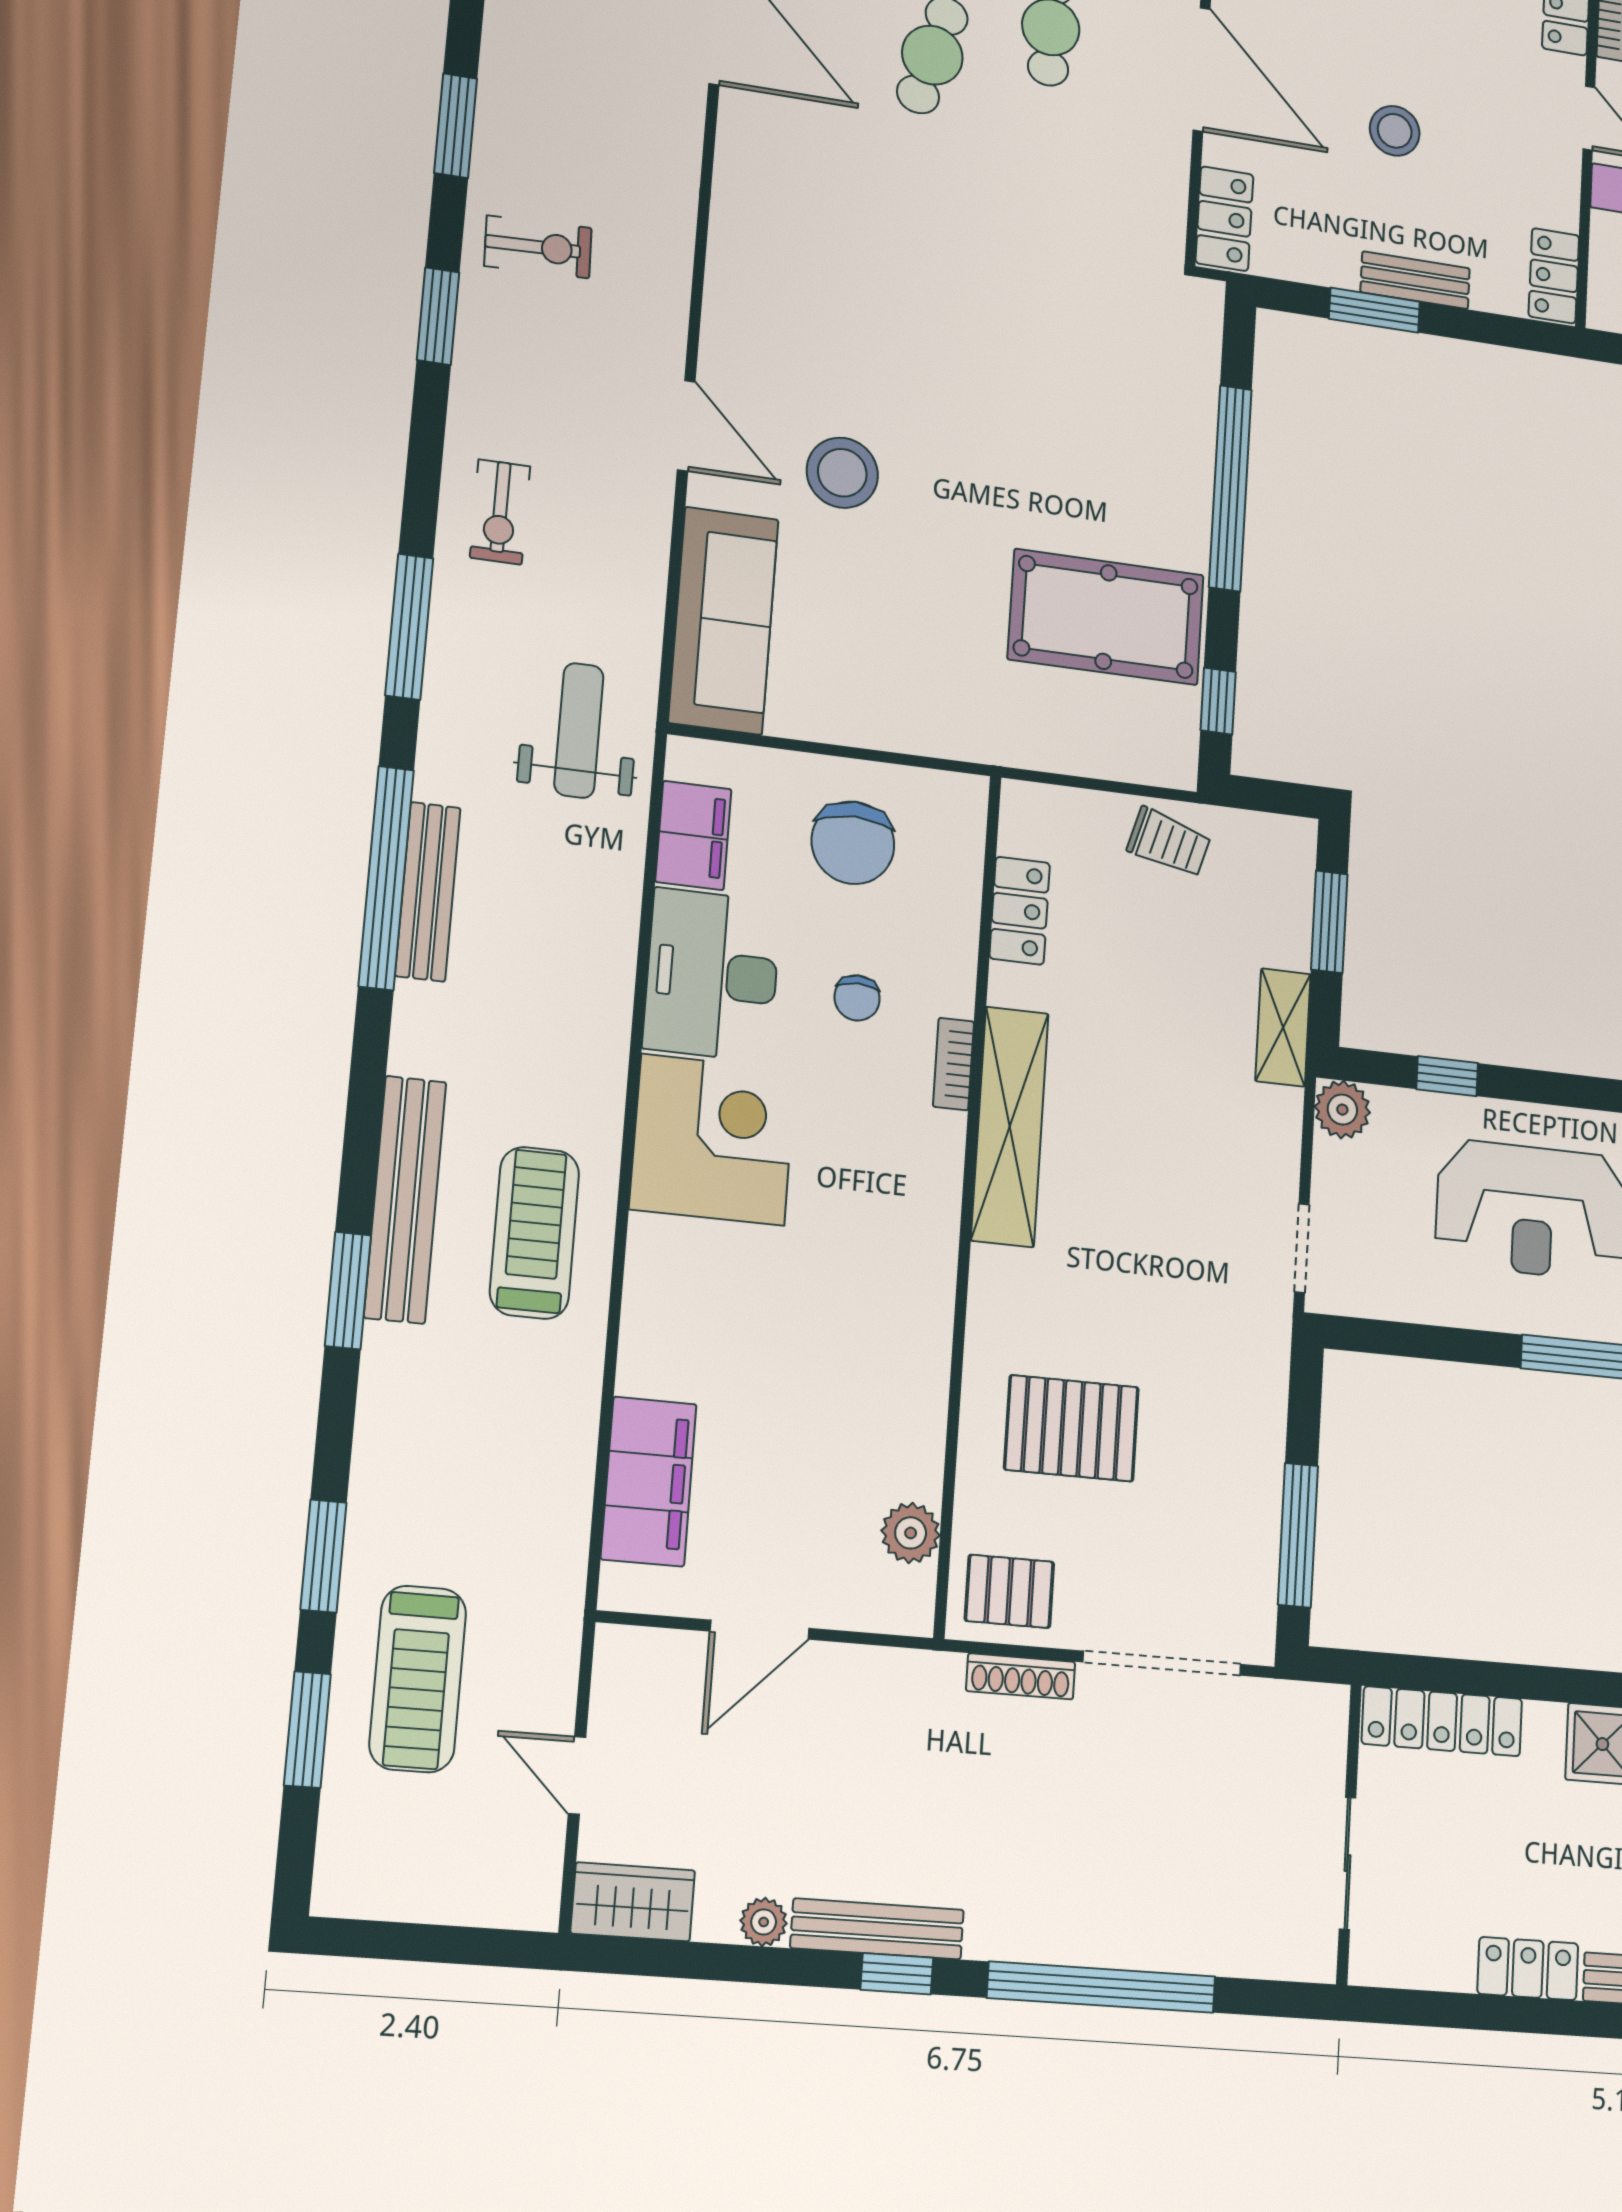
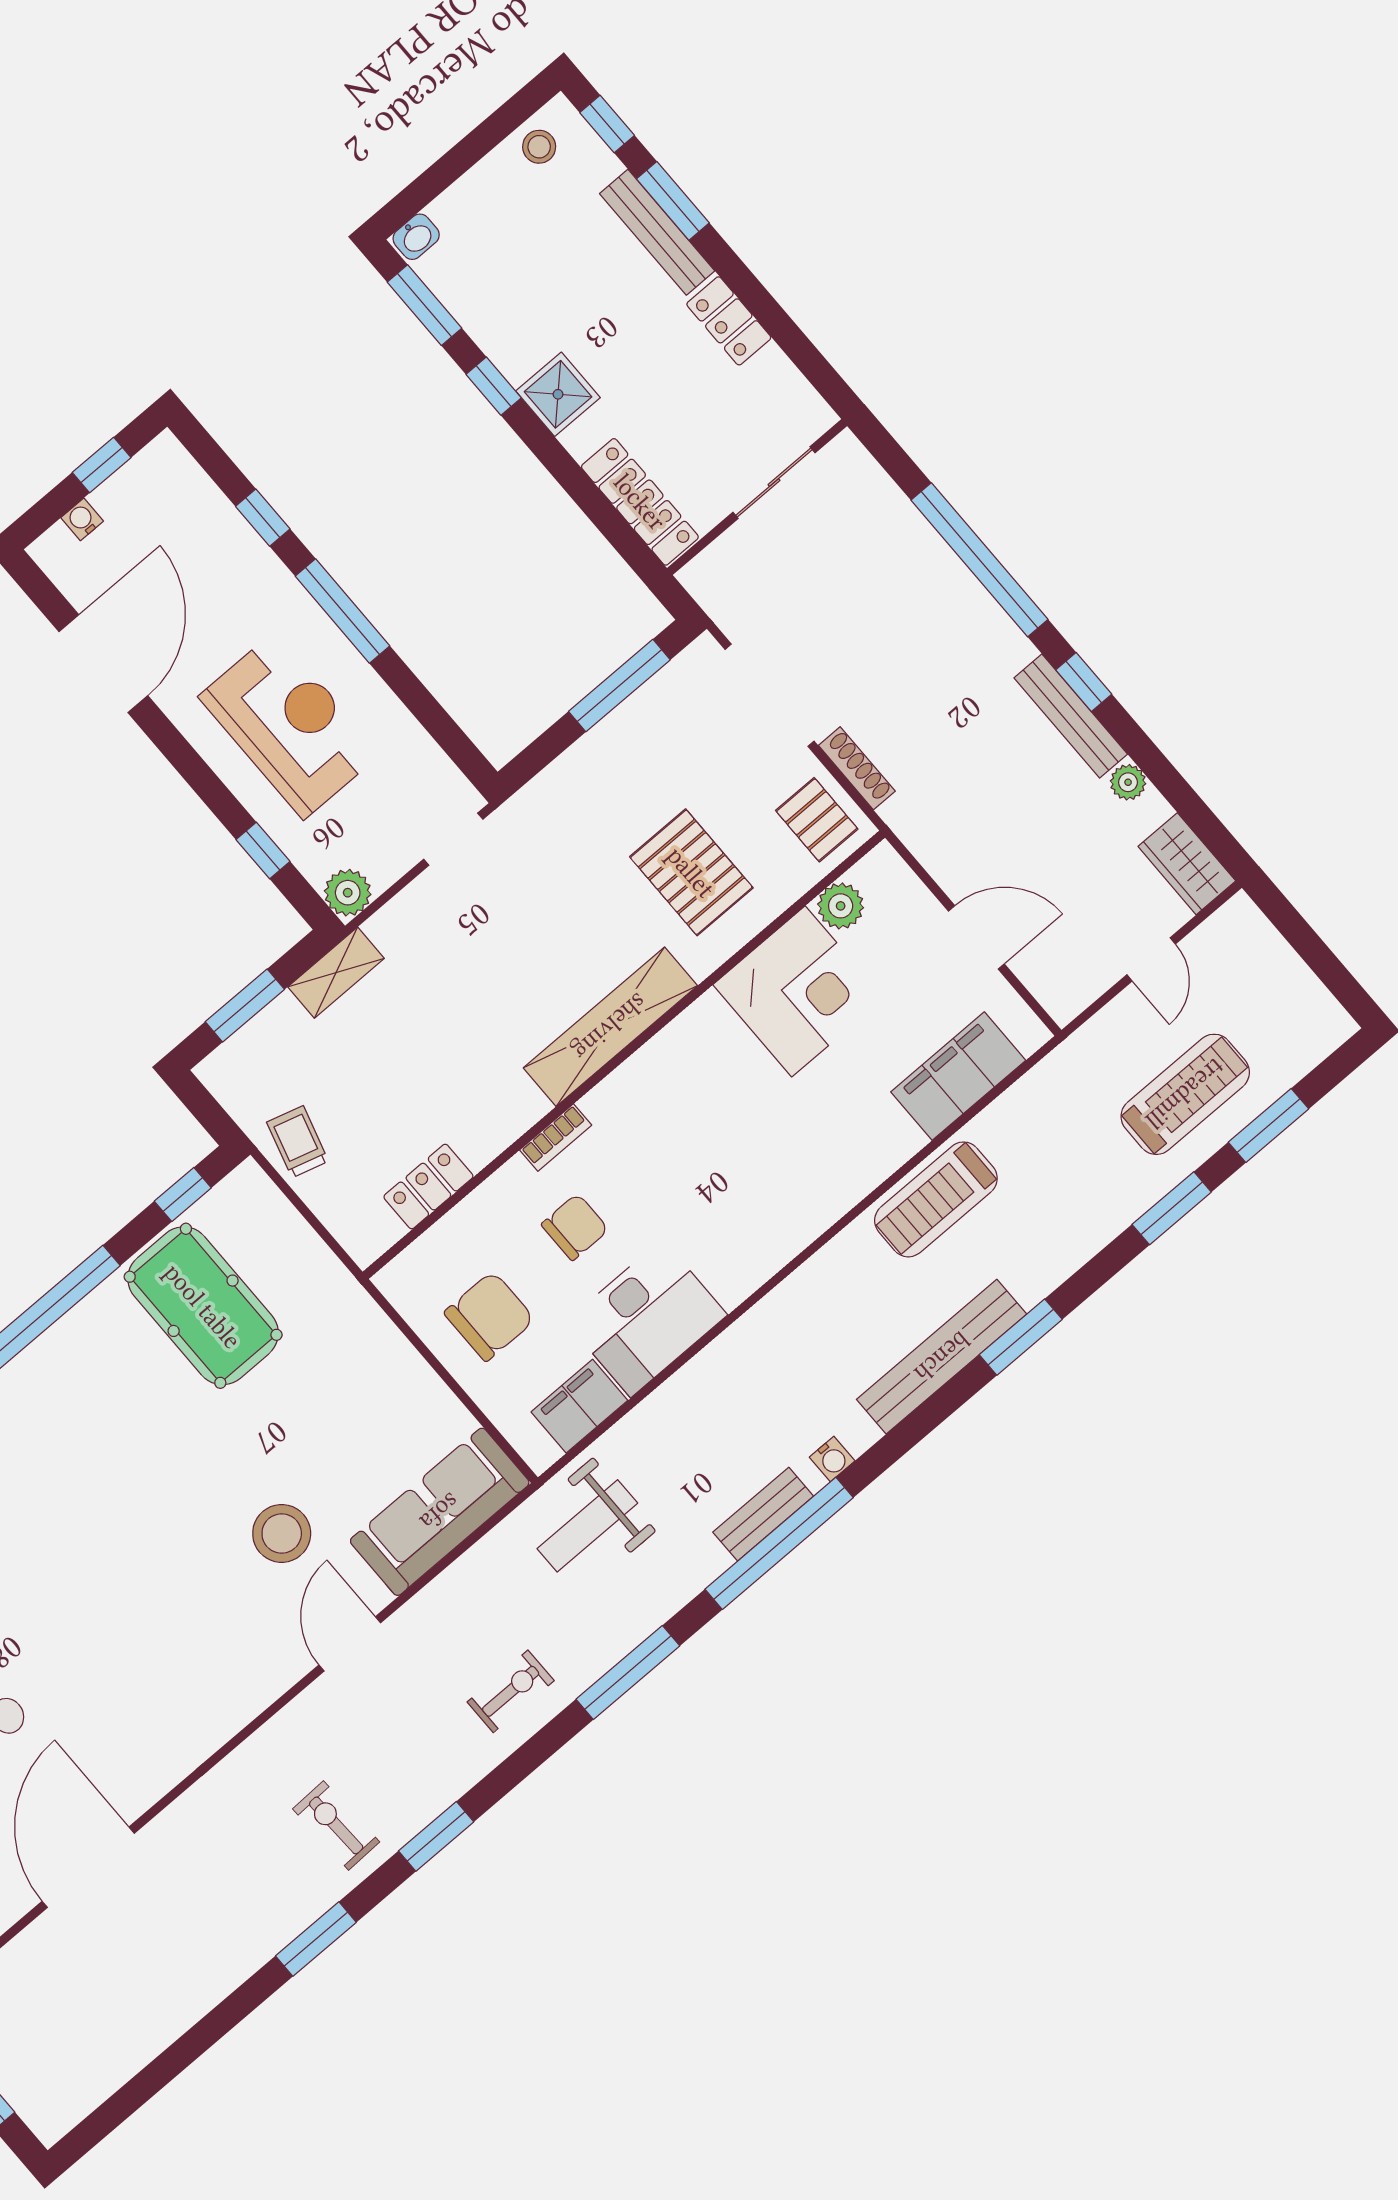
bench: (428, 892) -> (763, 1514), width x0.73
chair: (857, 998) -> (575, 1227), width x1.37, depth x1.37
water cooler: (414, 1004) -> (832, 1459), added
shelving: (1010, 1127) -> (610, 1027), moved
corner desk: (713, 1140) -> (798, 991), moved, turned 180
treadmill: (534, 1233) -> (936, 1199), moved

